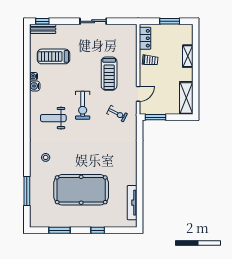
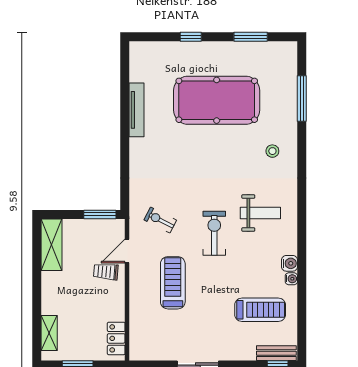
shelving: (188, 56) -> (49, 333), moved
trolley: (150, 60) -> (106, 272), moved
tv unit: (132, 203) -> (137, 110), moved

